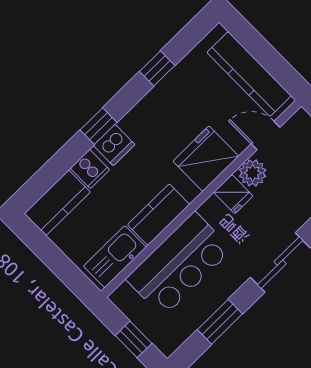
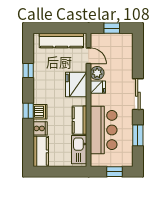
door: (266, 136) -> (89, 56), swing flipped

